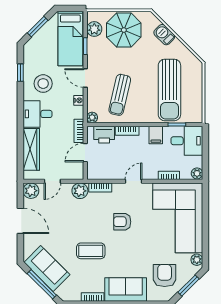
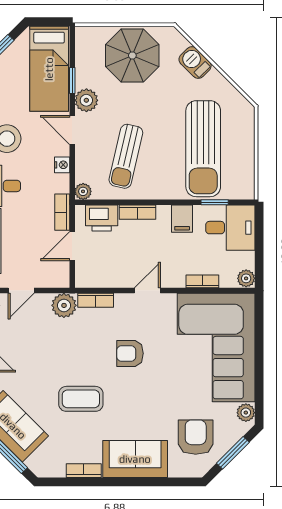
plant: (94, 29) -> (86, 100), moved

